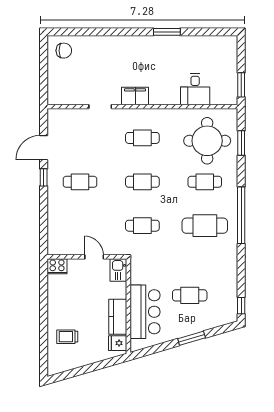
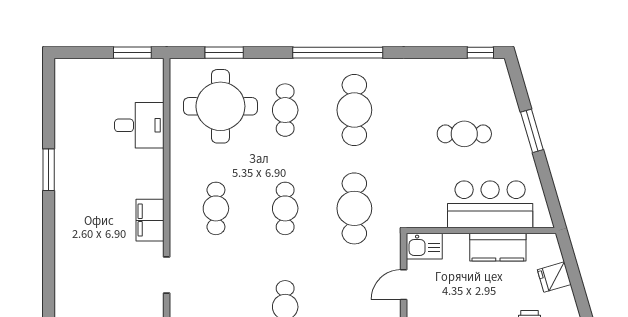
cafe table: (142, 226) -> (354, 208), width x1.37, depth x1.35
cafe table: (190, 295) -> (464, 134), turned 90
fridge: (118, 343) -> (554, 277), moved, turned 74

